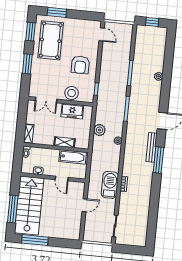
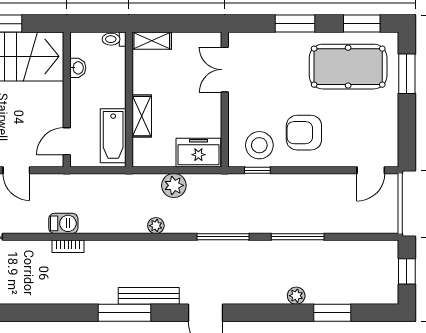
window: (168, 60) -> (332, 313), added
stool: (72, 93) -> (259, 145), moved
freezer: (72, 111) -> (198, 153), moved, turned 90
door: (62, 178) -> (67, 141), moved
barbecue: (110, 185) -> (63, 223), width x0.53, depth x0.65

